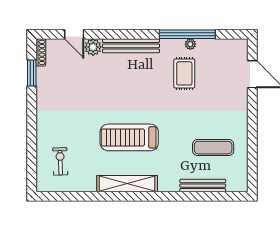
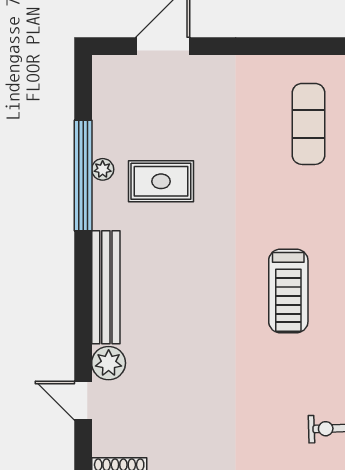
door: (74, 34) -> (83, 401), swing flipped
treadmill: (129, 137) -> (288, 291), width x0.73, depth x0.73

